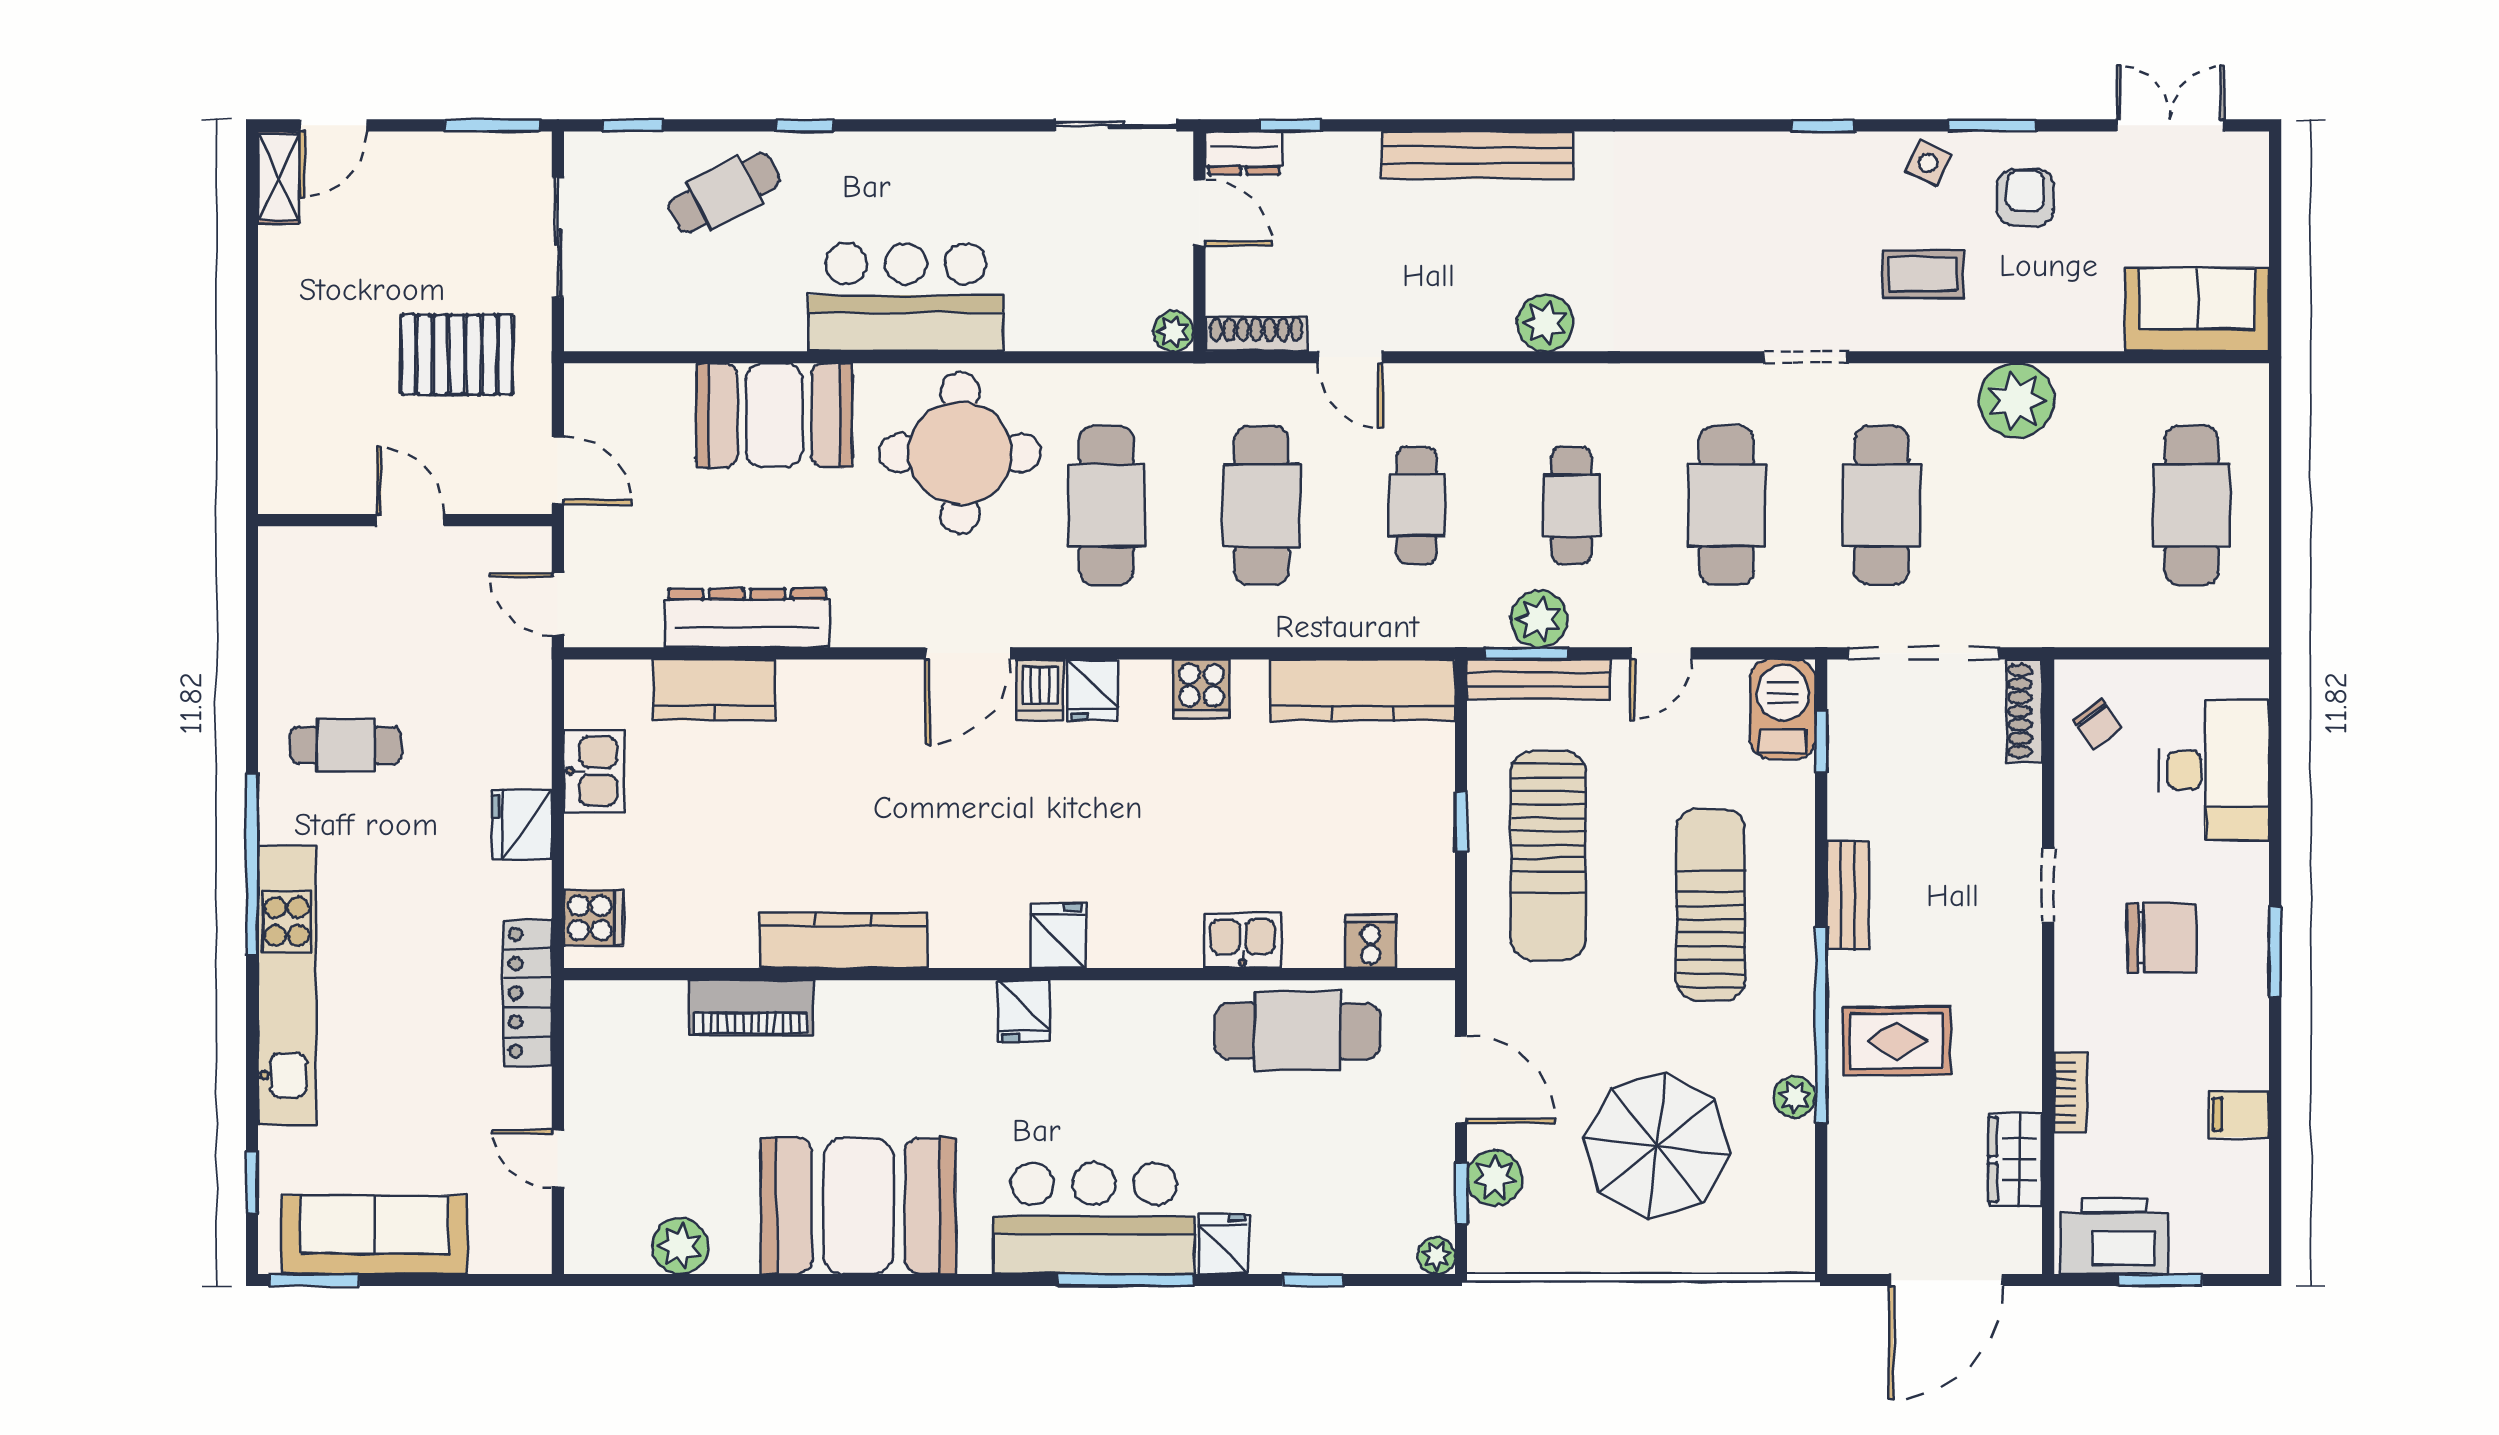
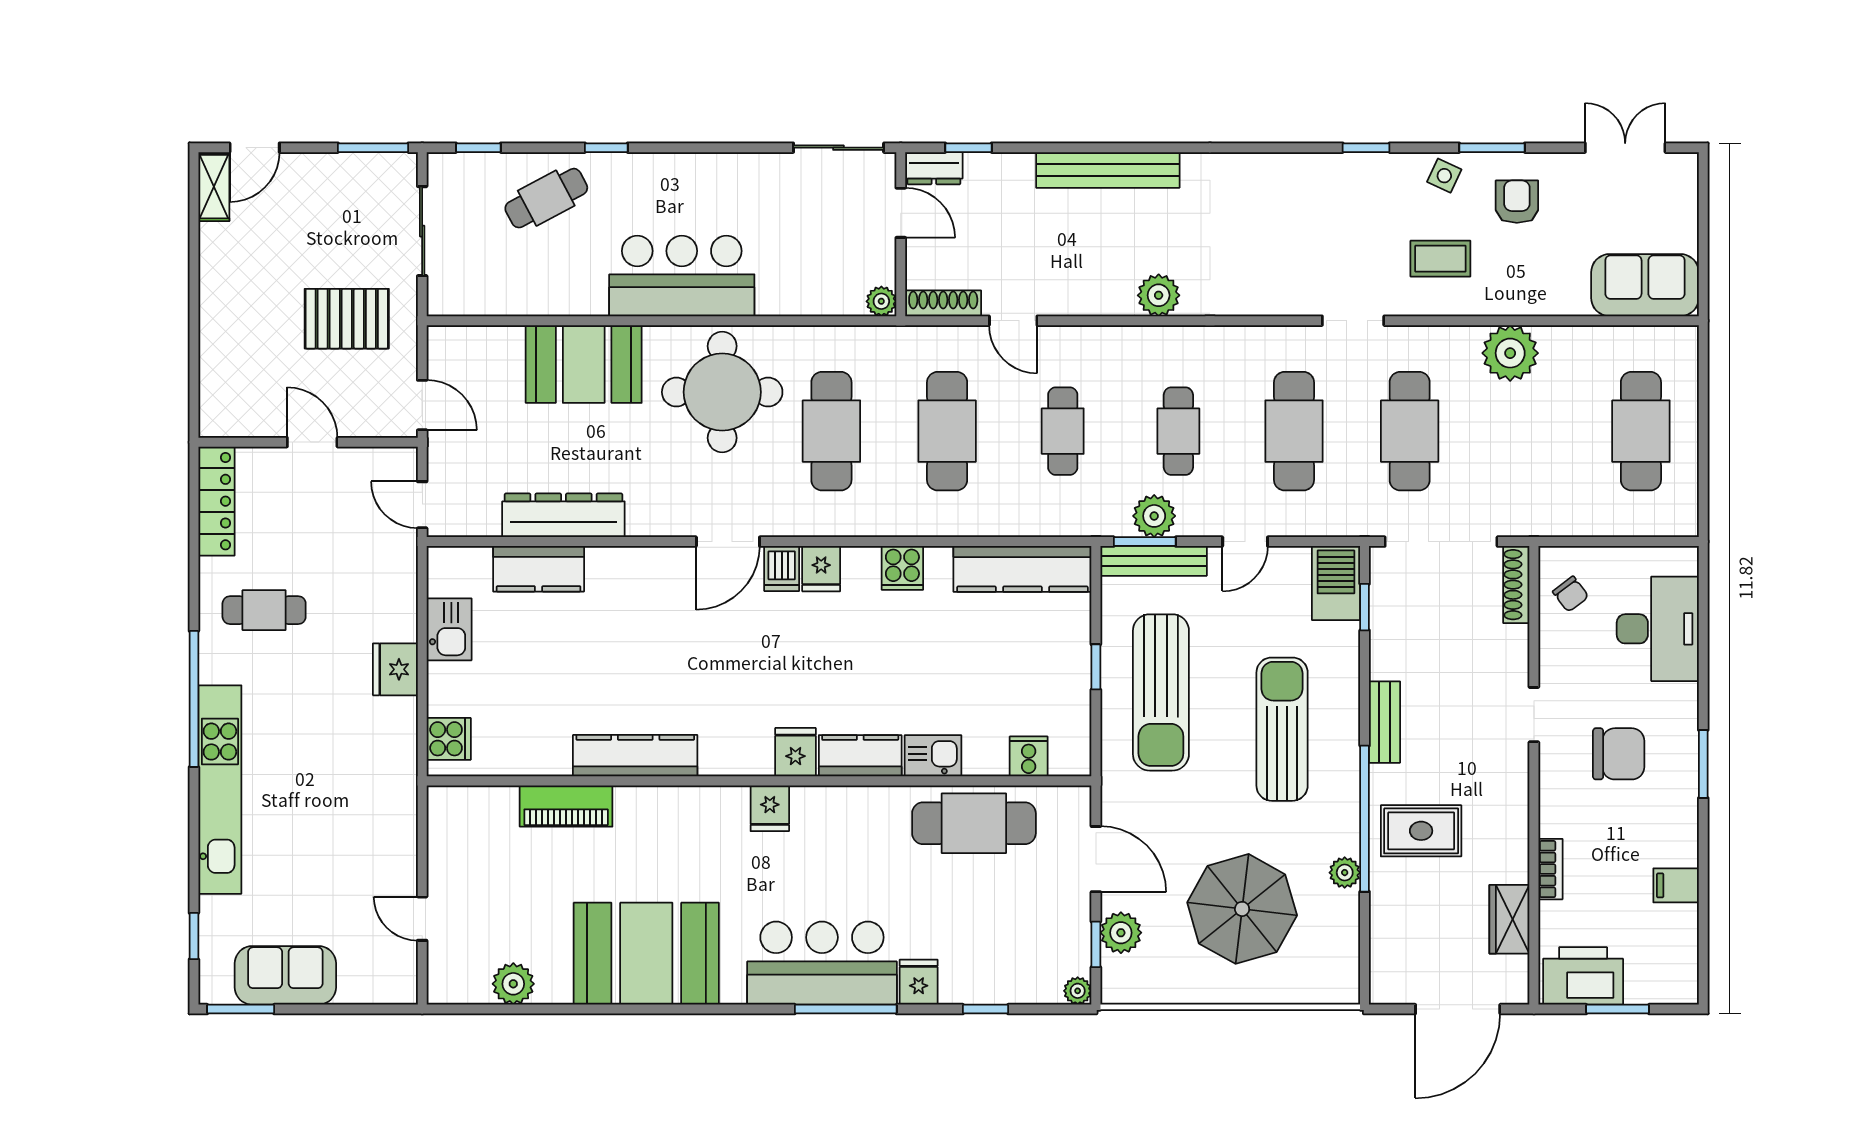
kitchen counter: (1145, 940) -> (860, 756), added
locker: (528, 993) -> (216, 501), moved, turned 180
sofa: (375, 1235) -> (285, 975), width x0.73

